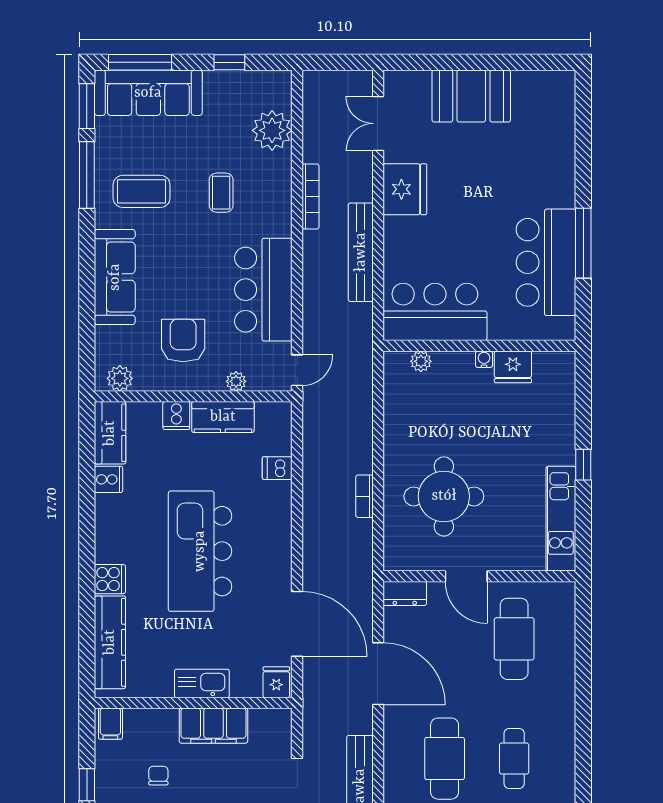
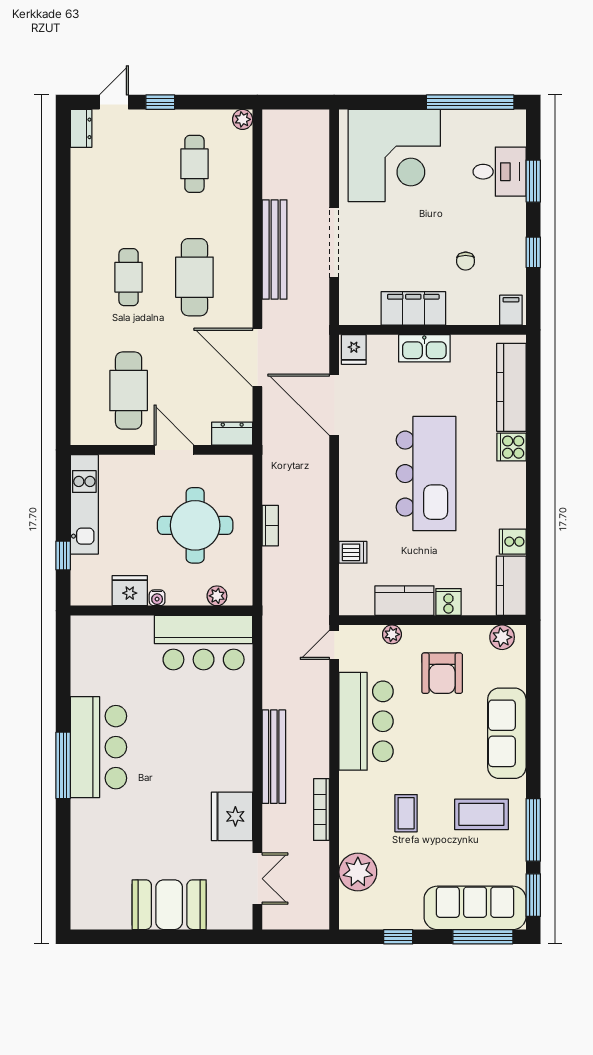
bar counter: (435, 312) -> (204, 643), moved
wall: (479, 346) -> (161, 611), moved
water cooler: (484, 359) -> (157, 598), moved
plant: (421, 361) -> (217, 596), moved
fridge: (513, 367) -> (130, 591), moved

